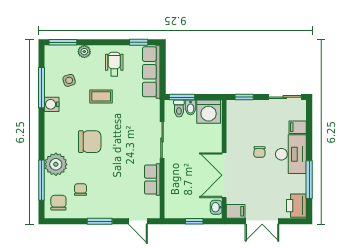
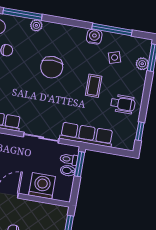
plant: (84, 52) -> (142, 64), moved
row of seats: (151, 72) -> (87, 135), moved
washing machine: (209, 112) -> (42, 186), moved, turned 90
plant: (56, 164) -> (36, 25), width x0.53, depth x0.53

